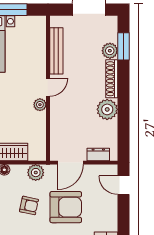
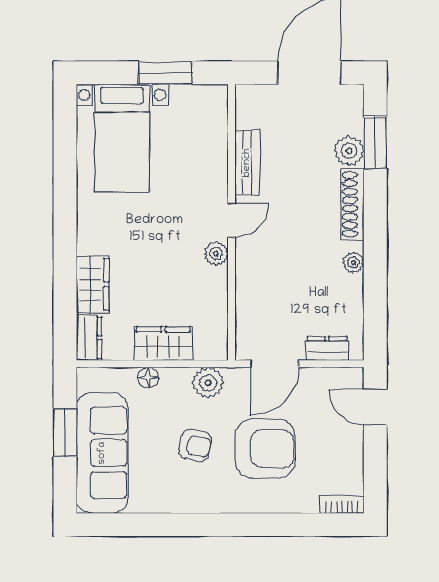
bench: (56, 51) -> (247, 163), width x0.73
plant: (107, 109) -> (353, 263), width x0.53, depth x0.53

